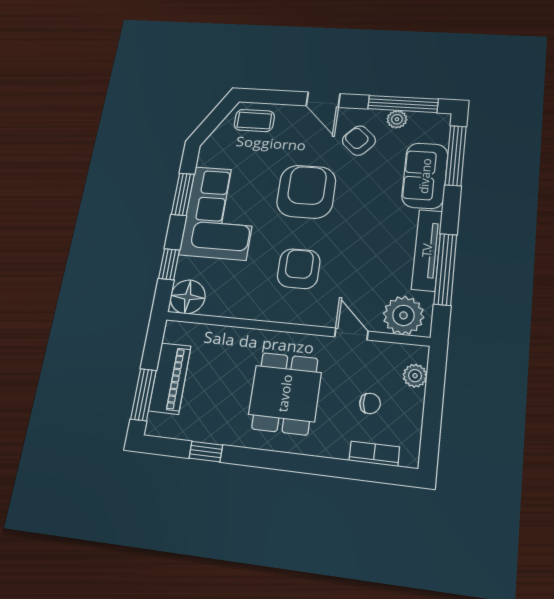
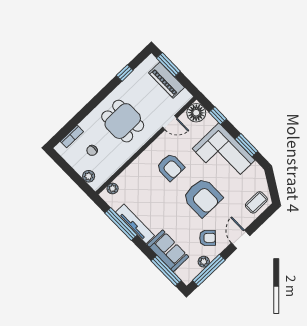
door: (323, 100) -> (241, 239), hinge flipped
plant: (403, 315) -> (113, 188), width x0.53, depth x0.53
door: (351, 334) -> (170, 123), moved

